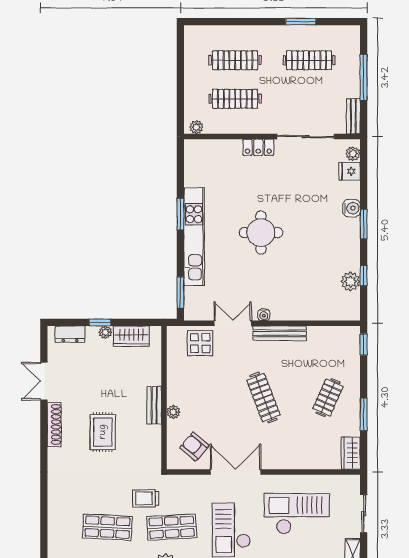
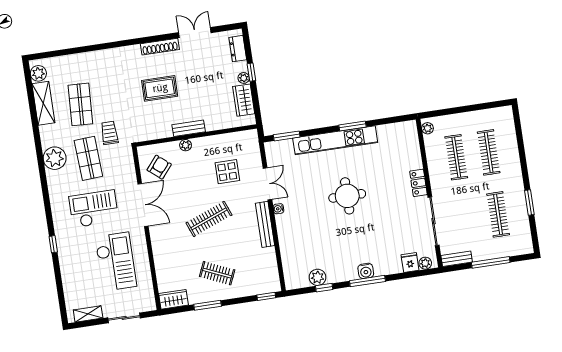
water cooler: (352, 208) -> (366, 271), moved
window: (364, 224) -> (367, 281), width x1.44
display table: (200, 343) -> (227, 172), moved

